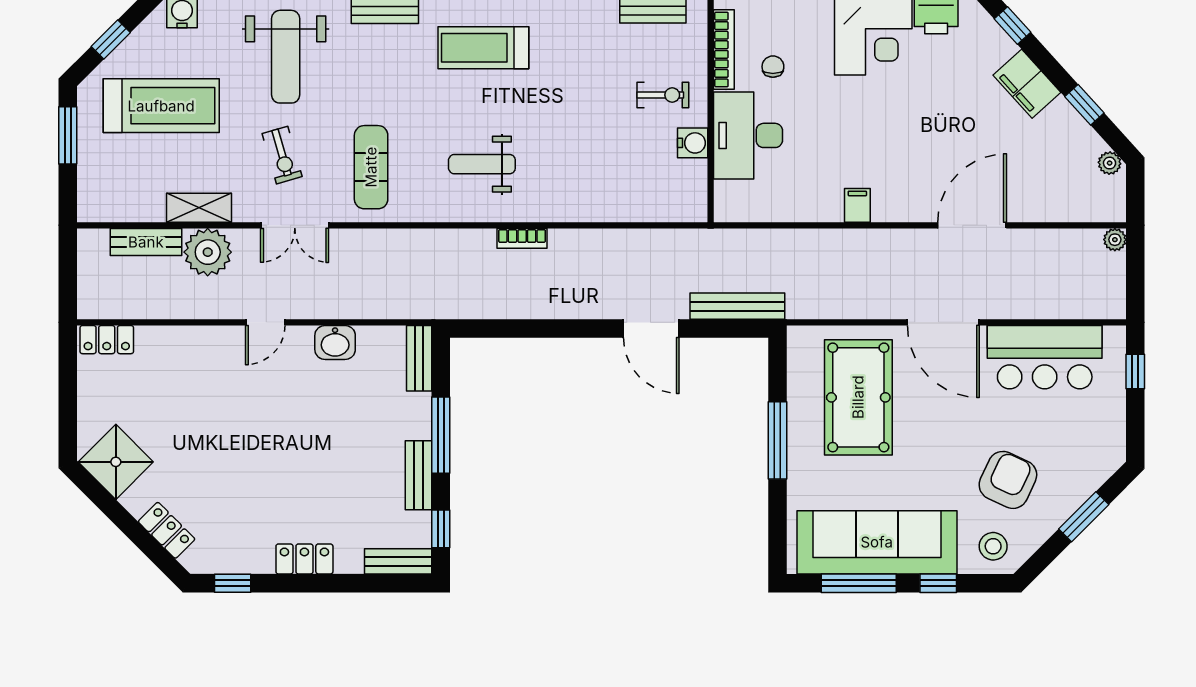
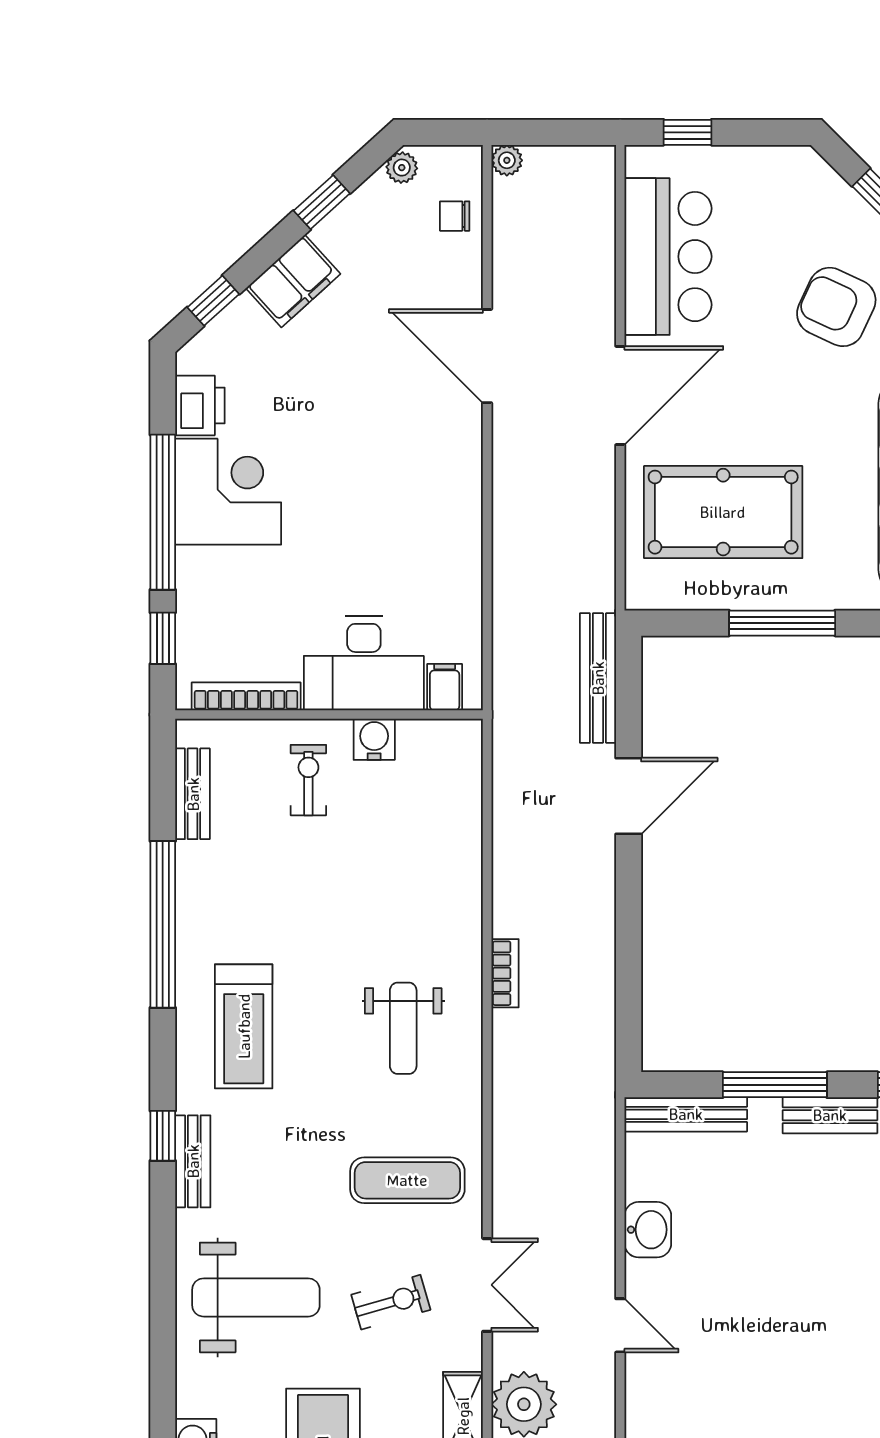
chair: (773, 67) -> (455, 216), moved
filing cabinet: (857, 205) -> (445, 687), moved, turned 90
bench: (419, 358) -> (686, 1114), width x1.36

